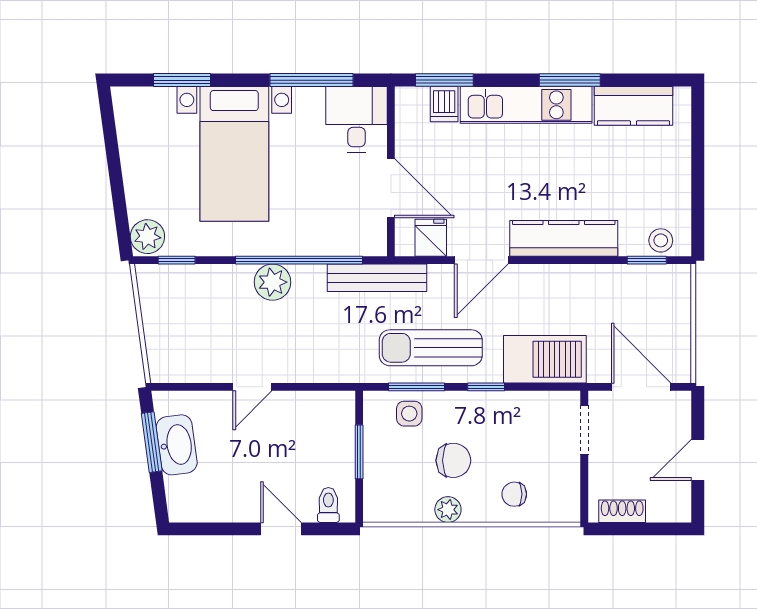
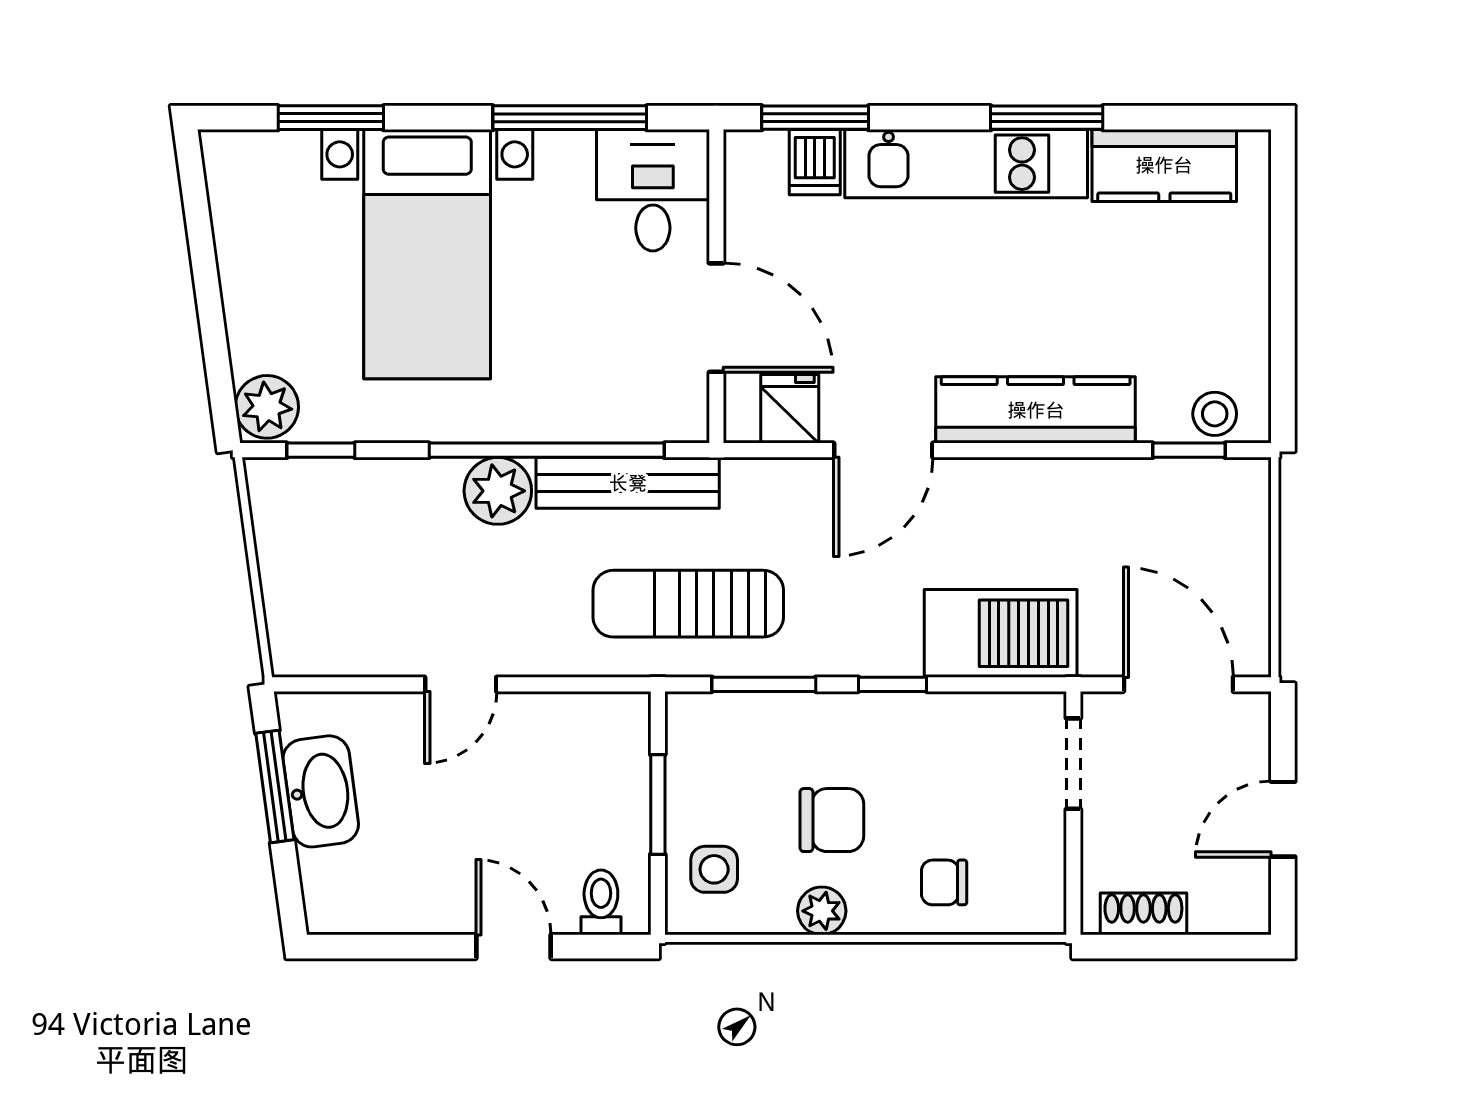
bench: (377, 278) -> (628, 483), moved
sun lounger: (431, 348) -> (688, 604), moved
side table: (409, 414) -> (714, 869), moved

